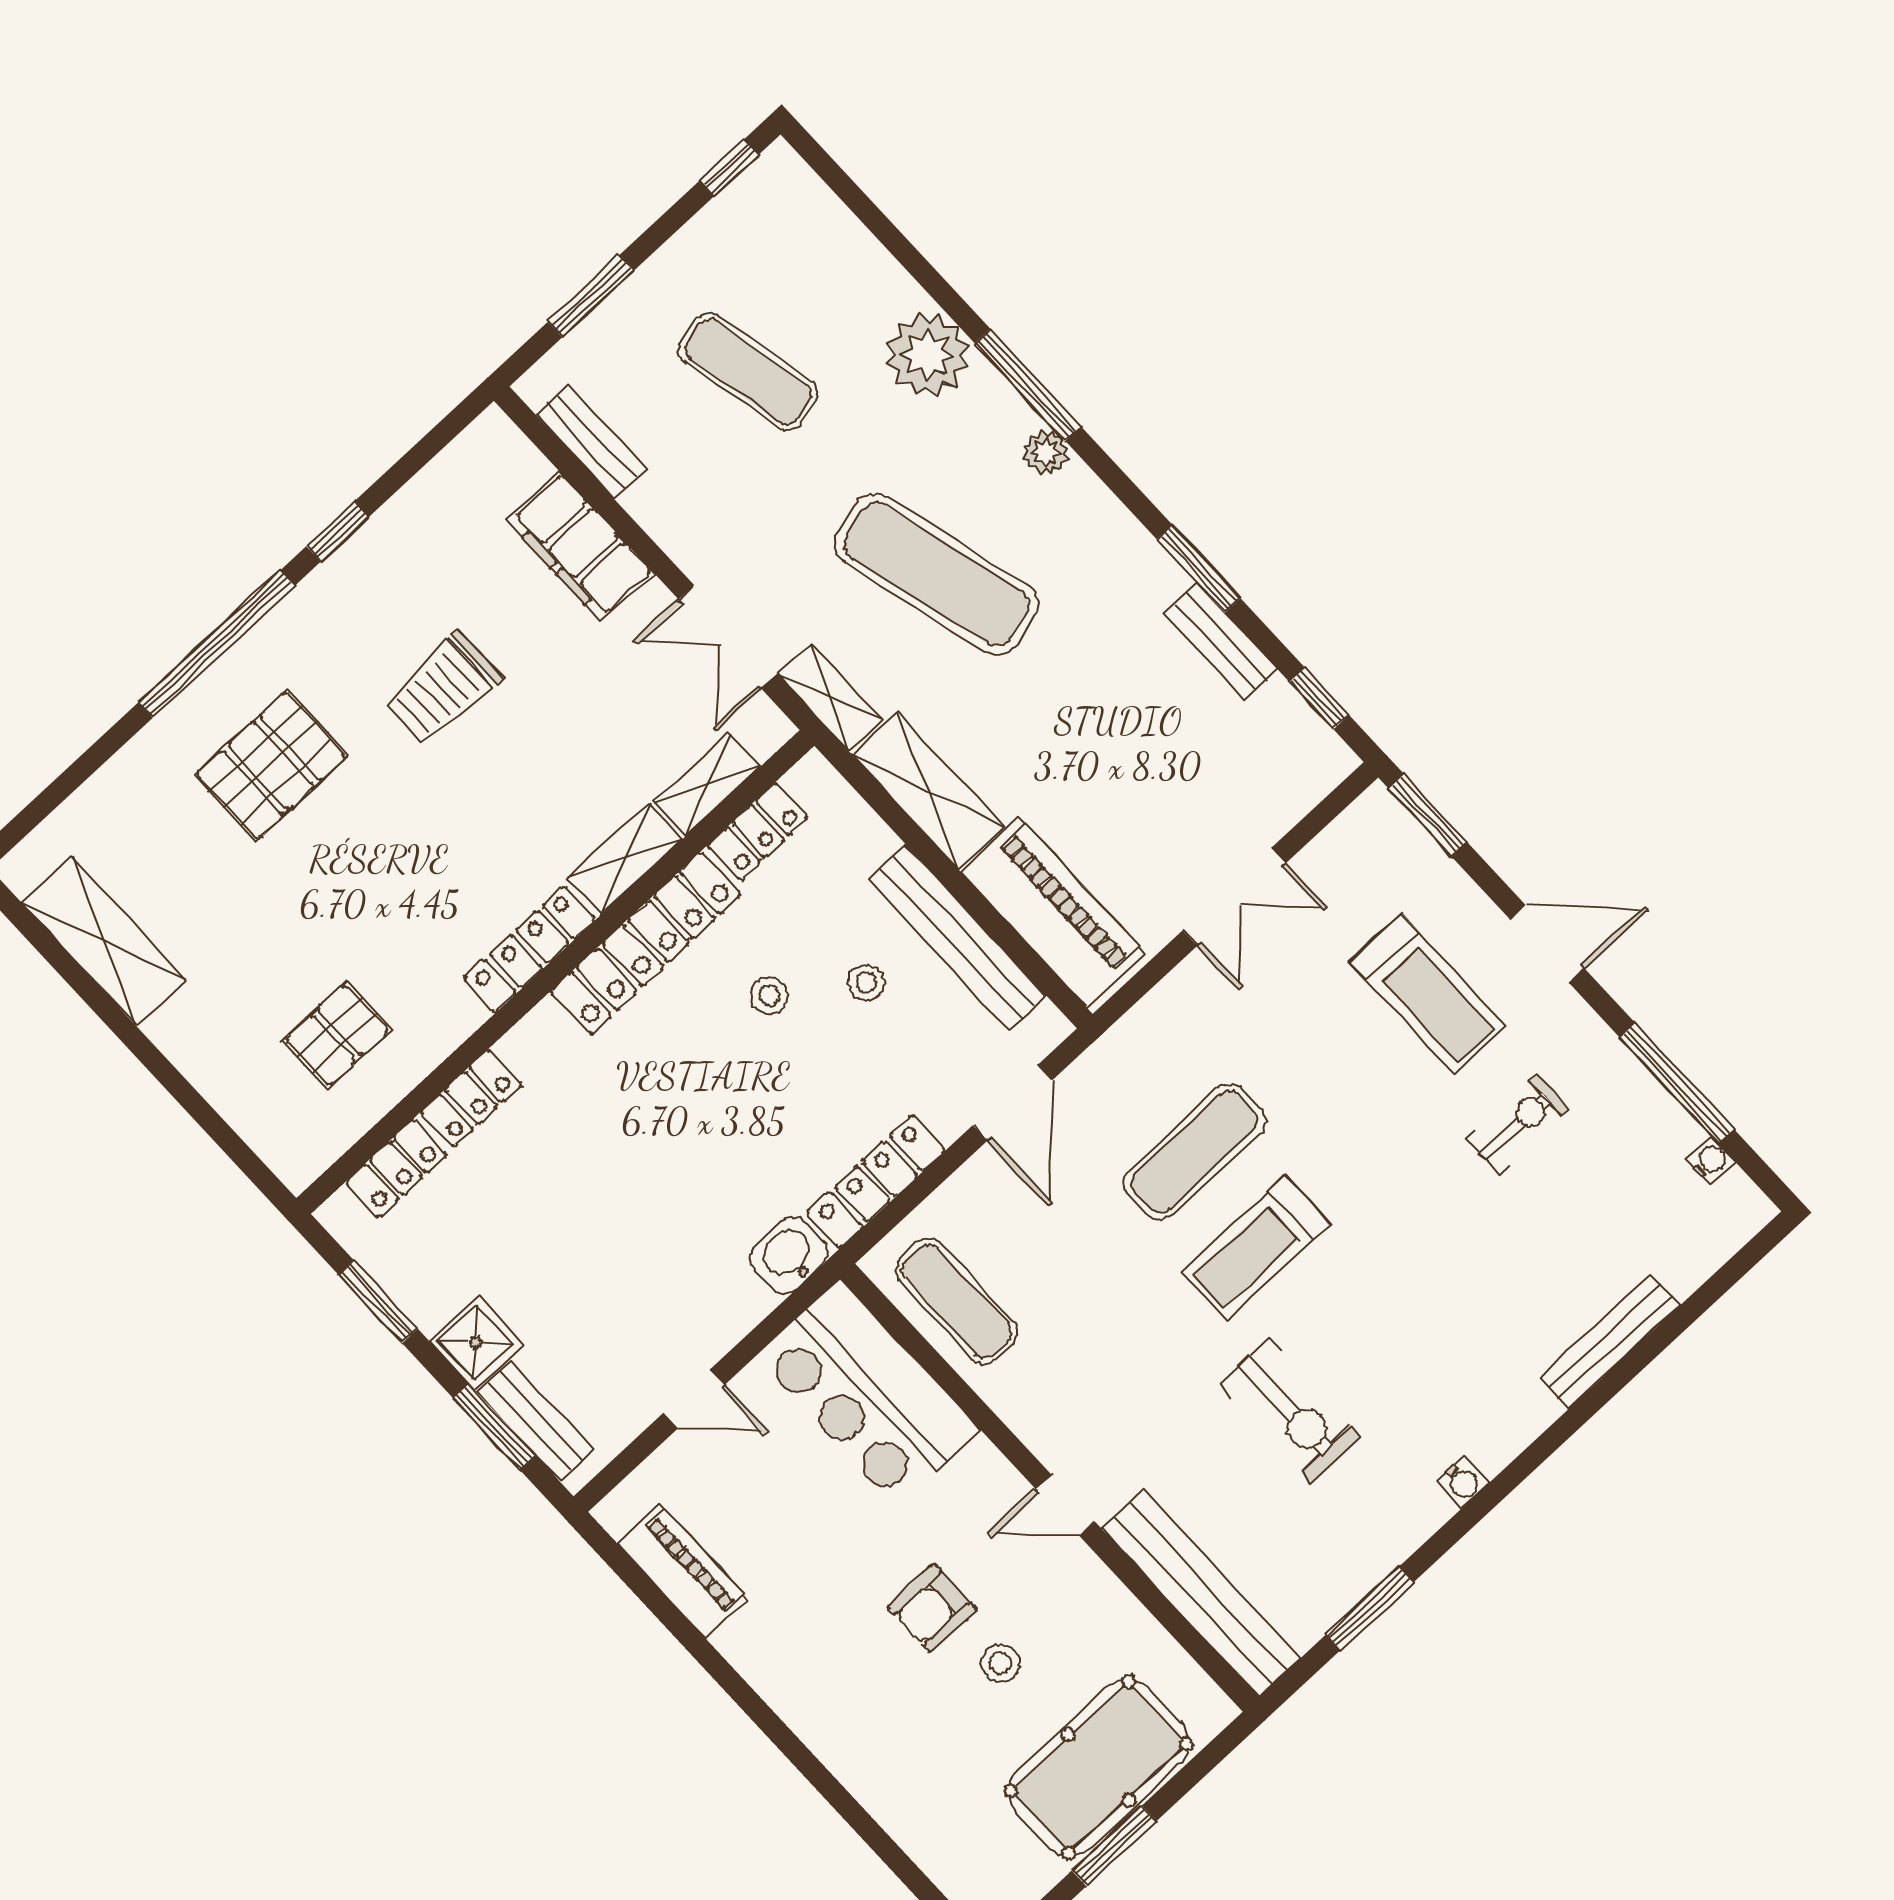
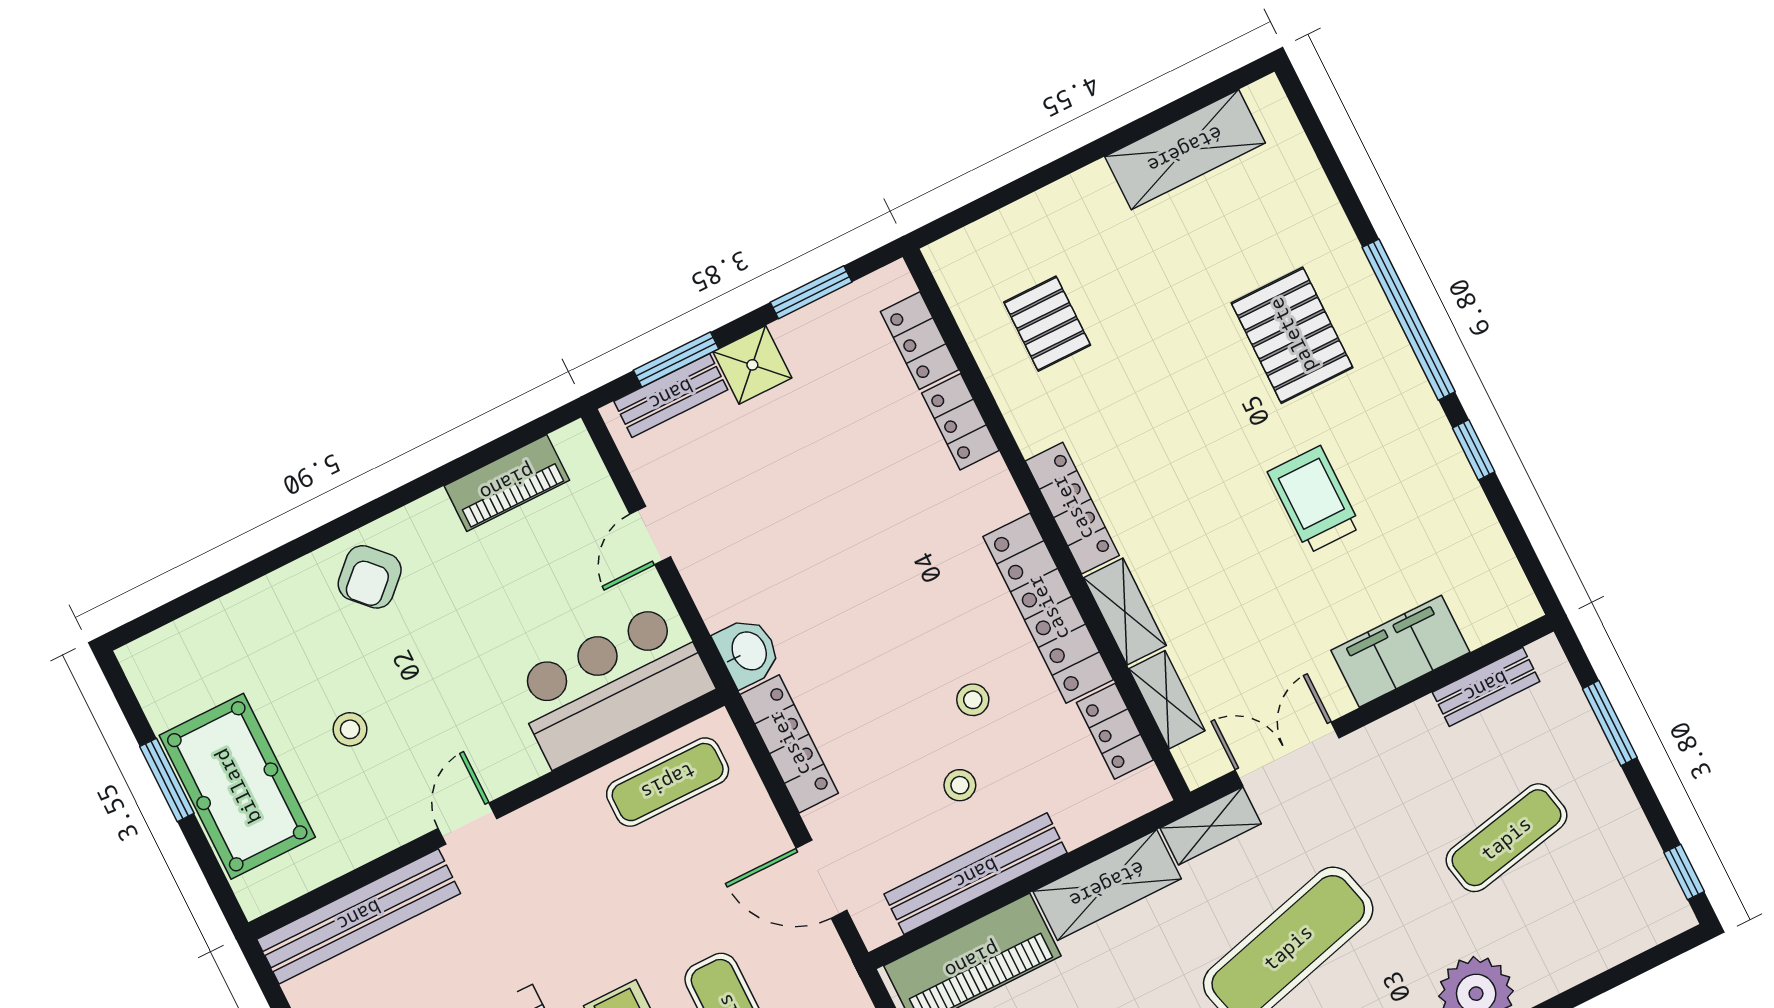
armchair: (932, 1608) -> (370, 577), moved, turned -134

